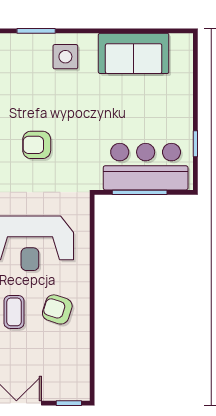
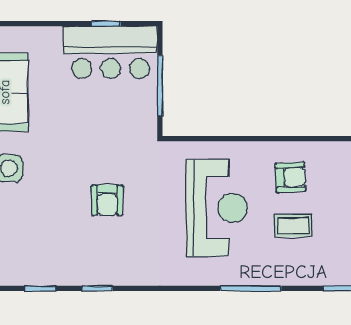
bar counter: (146, 167) -> (110, 52), moved, turned -90
armchair: (57, 309) -> (290, 177), turned -111

